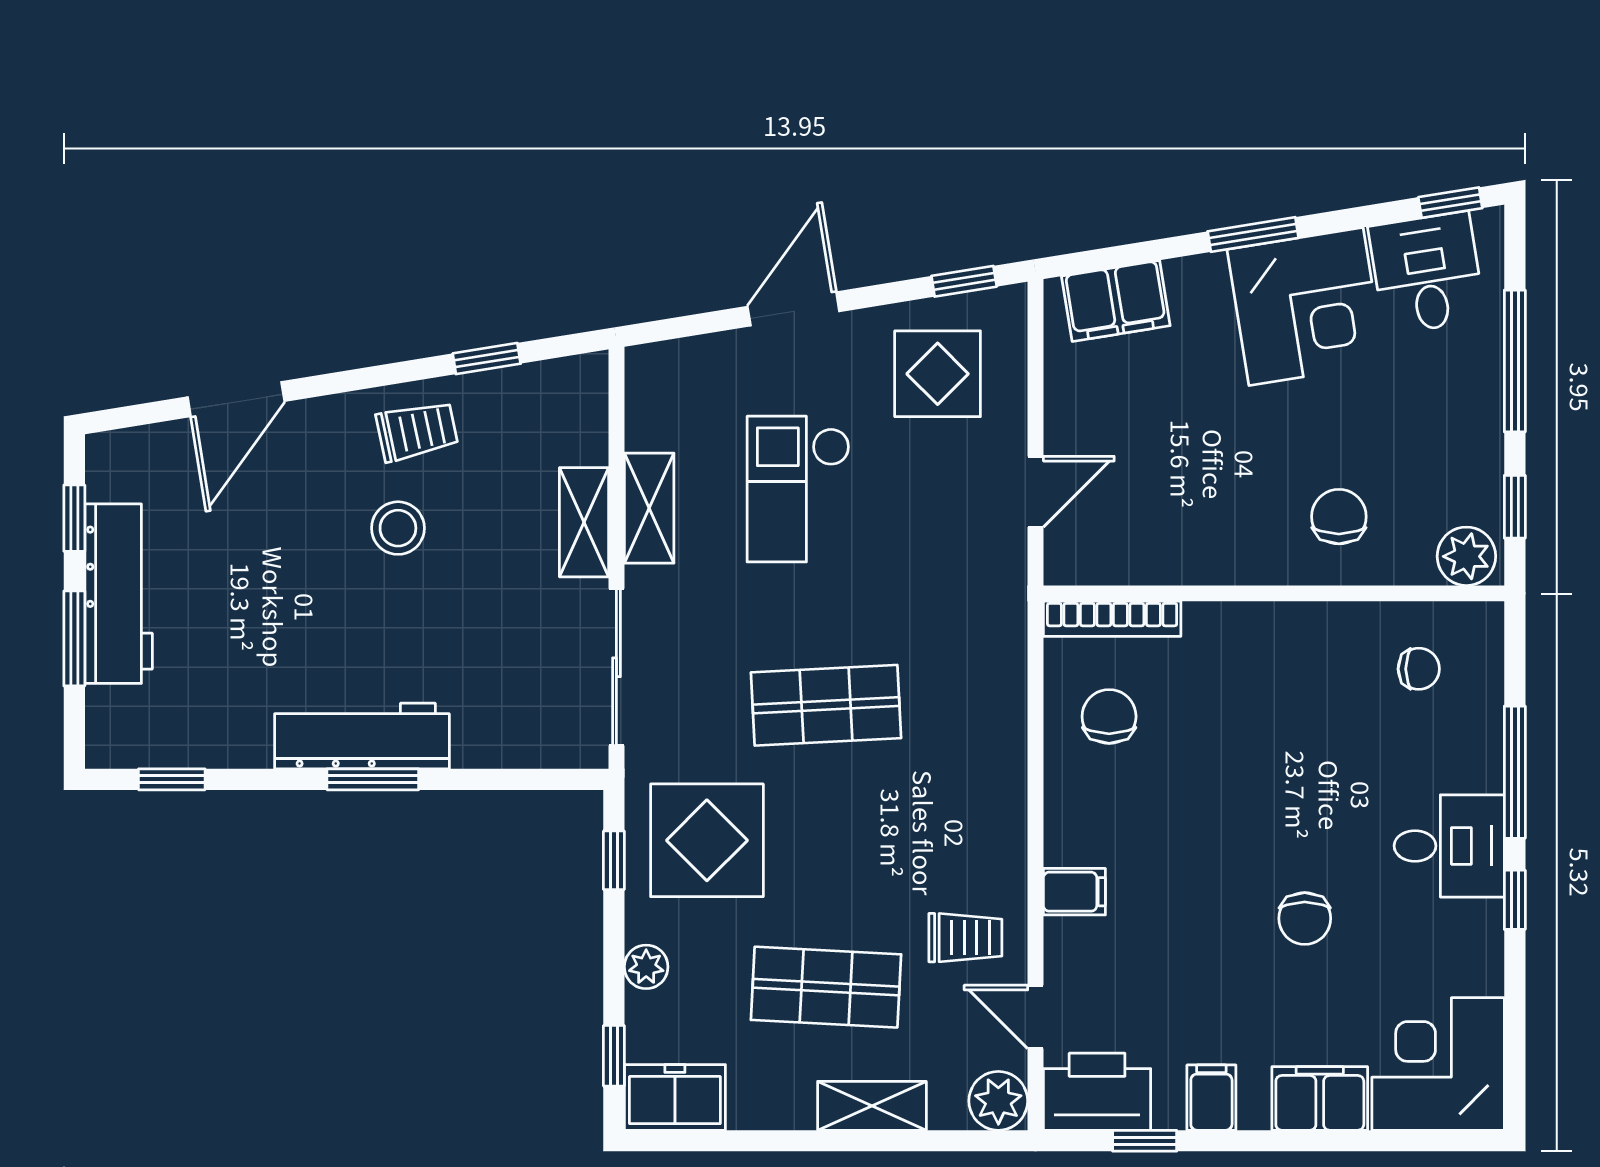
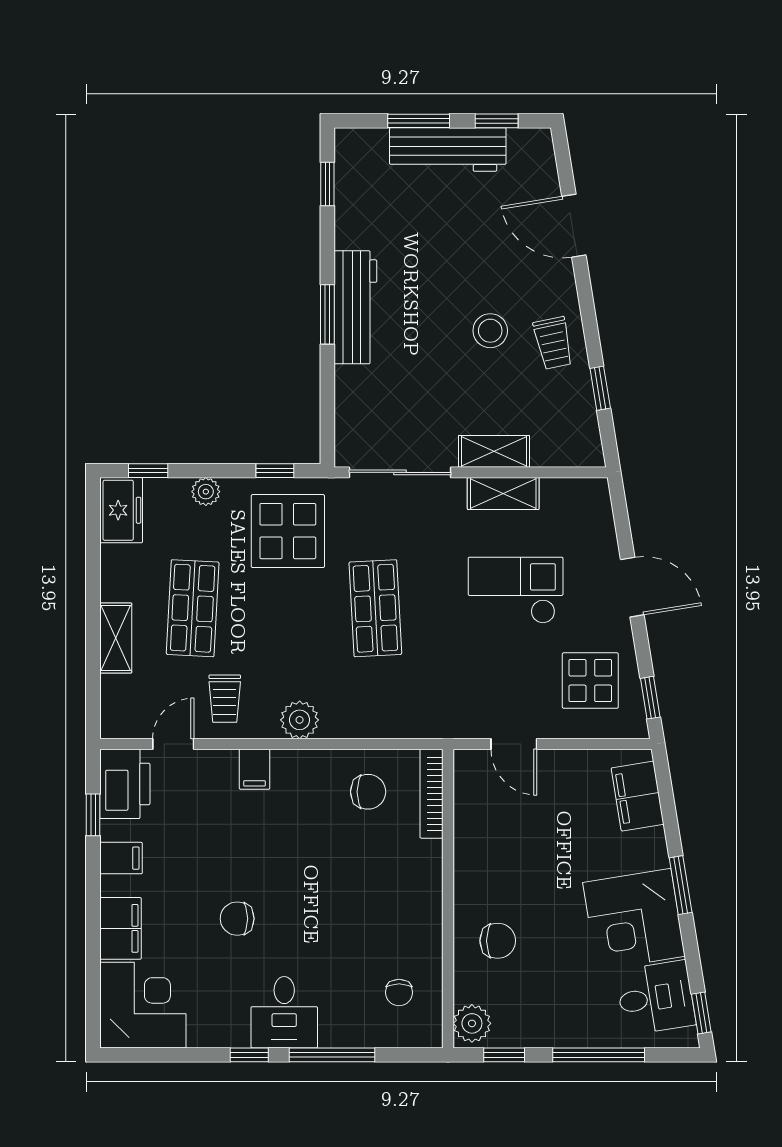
plant: (998, 1101) -> (300, 720), moved

